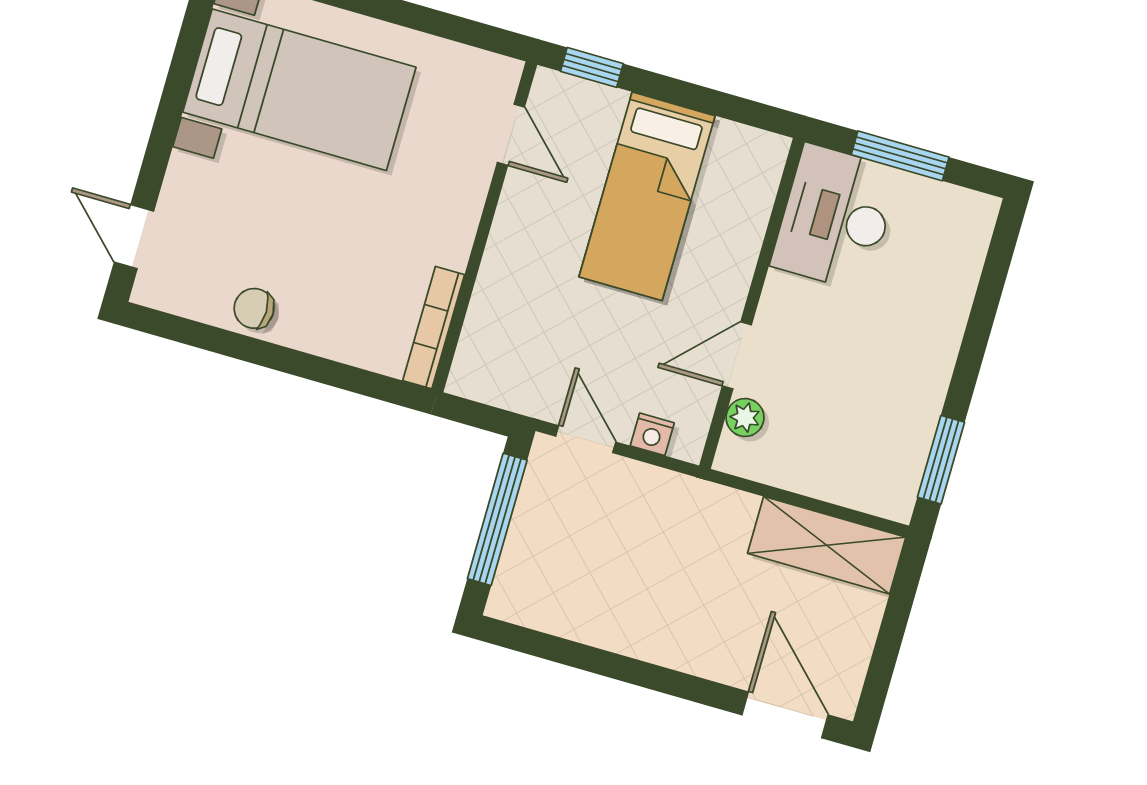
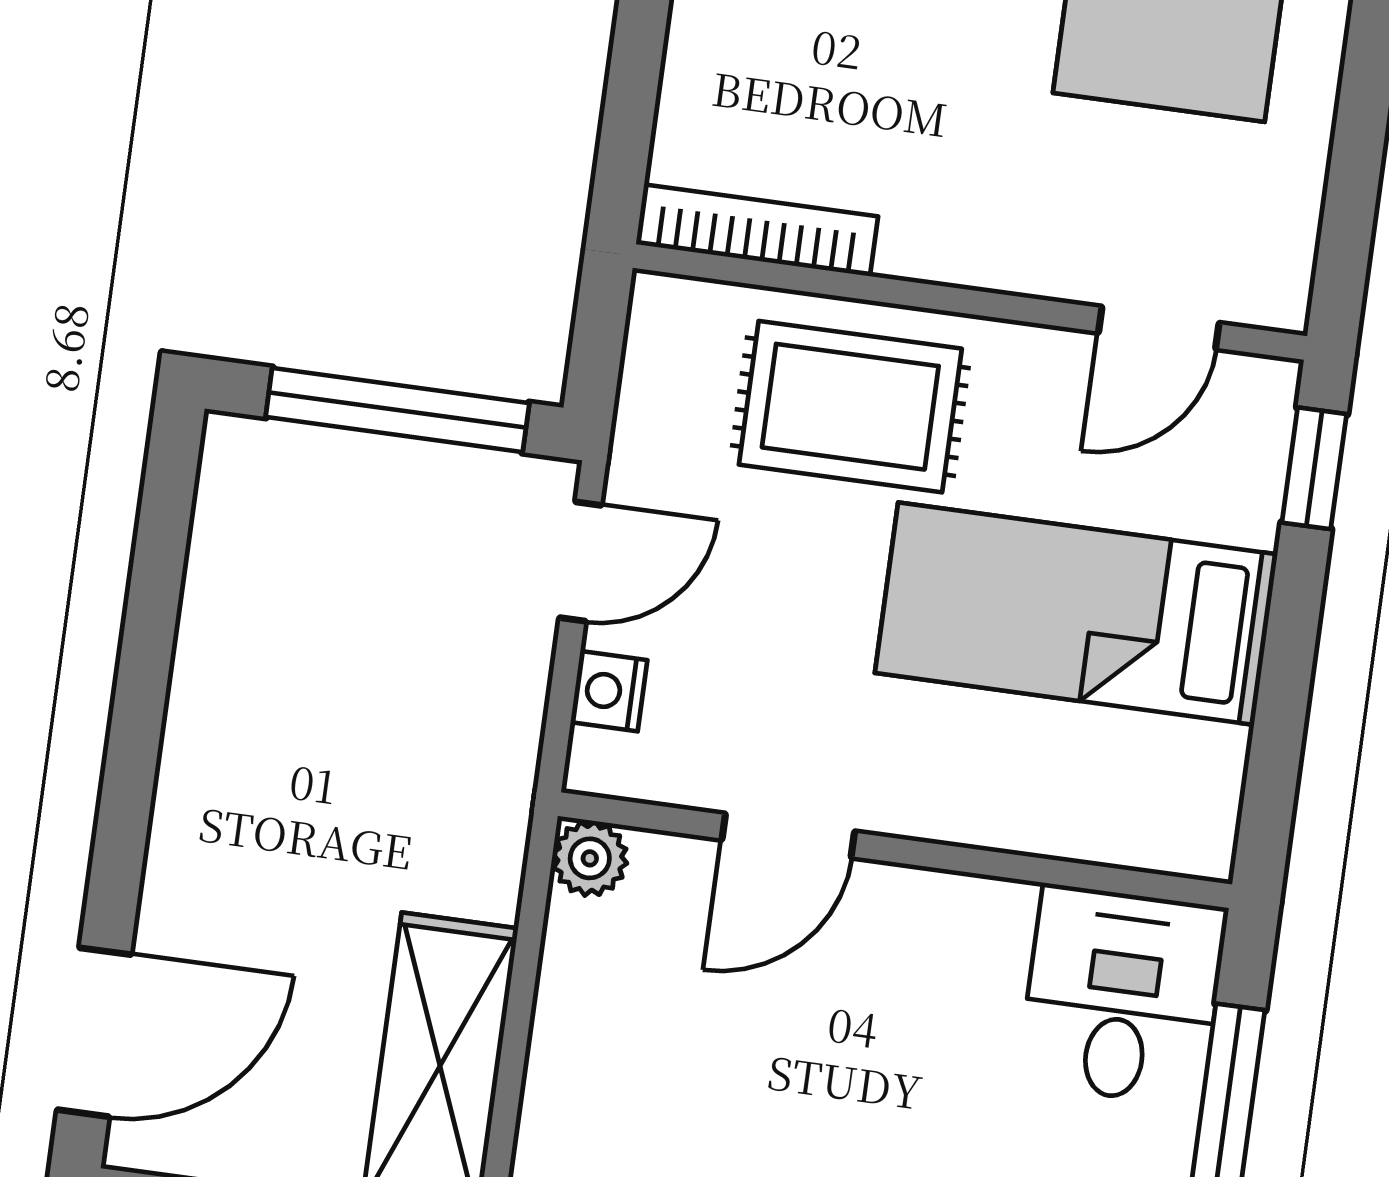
desk: (836, 218) -> (1122, 995), width x0.73
rug: (528, 294) -> (850, 407), added
door: (737, 355) -> (788, 836), swing flipped
plant: (745, 418) -> (590, 858), moved

